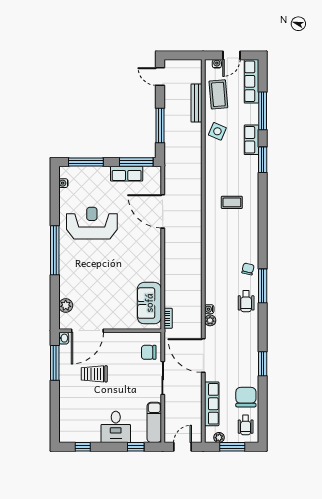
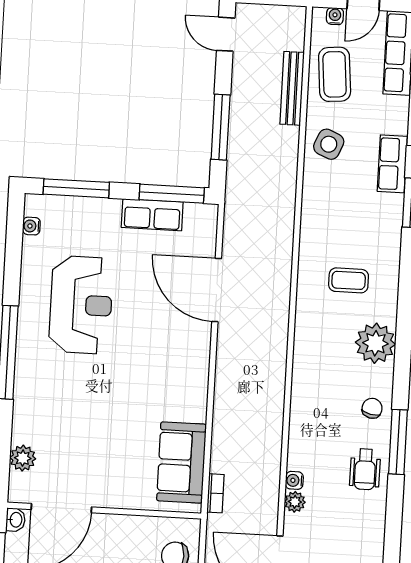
reception desk: (92, 223) -> (81, 305), turned 90
plant: (248, 235) -> (375, 343), added

